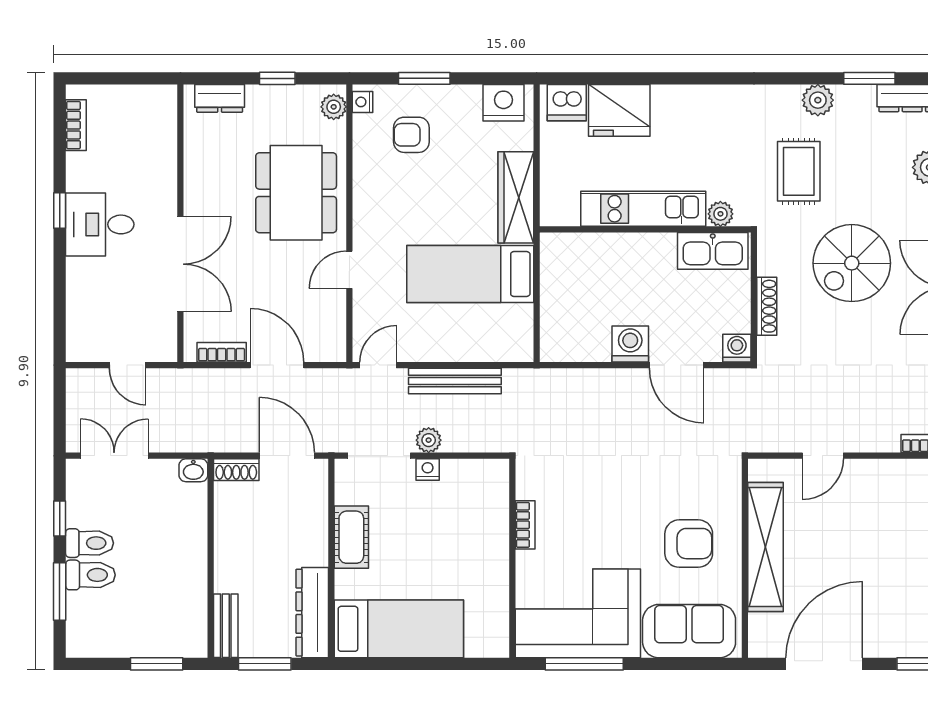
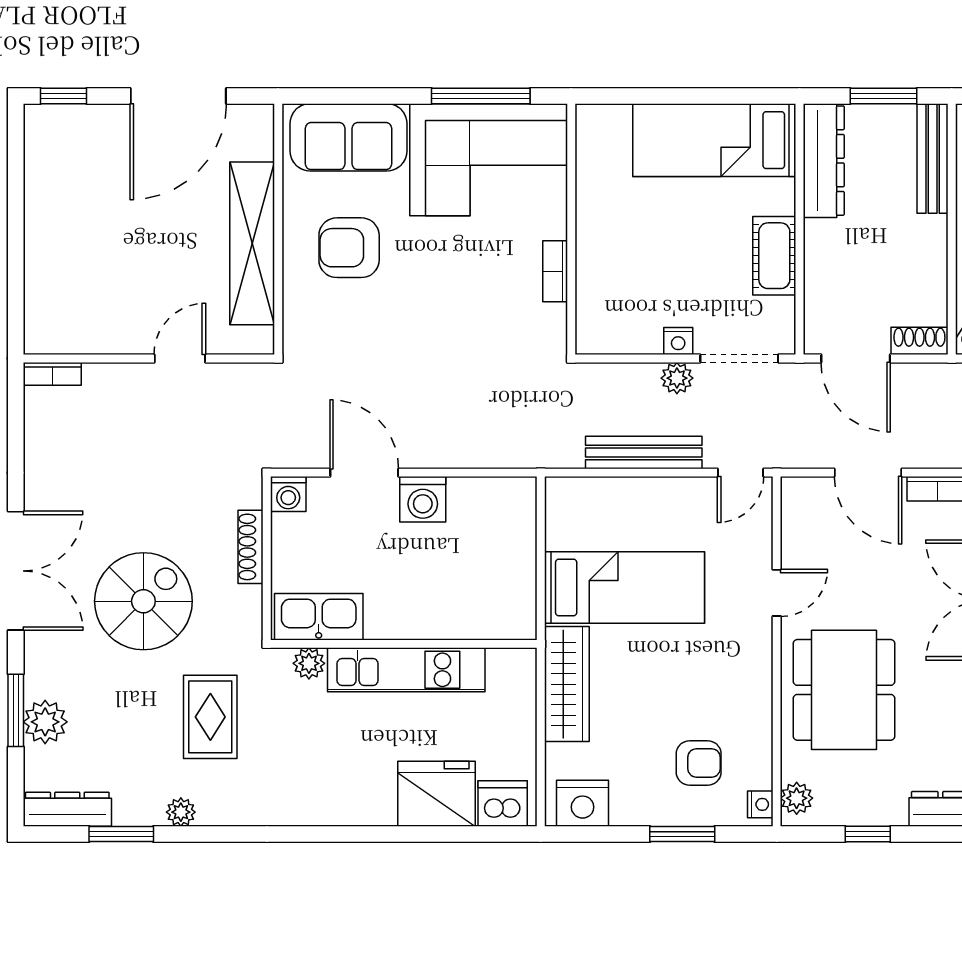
plant: (818, 100) -> (181, 812), width x0.73, depth x0.73
bench: (226, 626) -> (933, 159), width x1.36

